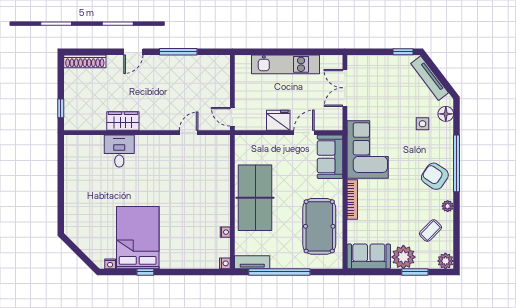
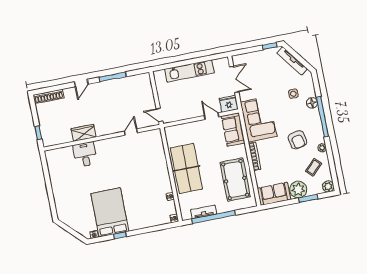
double door: (345, 88) -> (234, 79), swing flipped
floor lamp: (446, 114) -> (312, 103), moved
fridge: (278, 120) -> (229, 104), moved
door: (304, 133) -> (212, 116), hinge flipped
armchair: (435, 176) -> (297, 140), moved, turned -136
tv unit: (252, 262) -> (204, 212), moved

